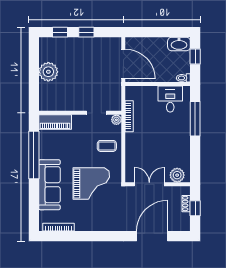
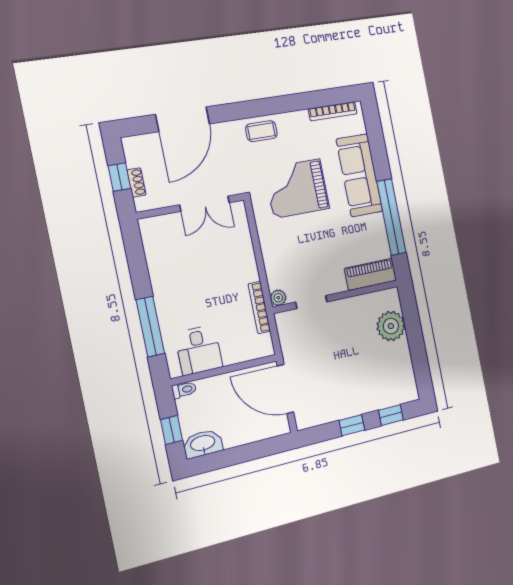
plant: (48, 72) -> (391, 326), moved
coffee table: (107, 146) -> (261, 131), moved
plant: (177, 175) -> (162, 227), removed

